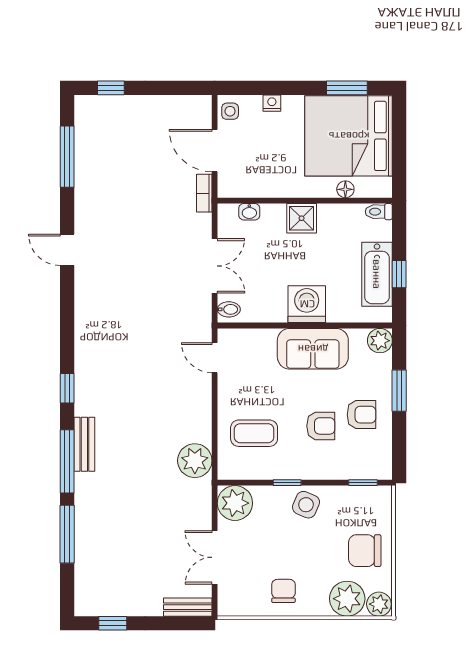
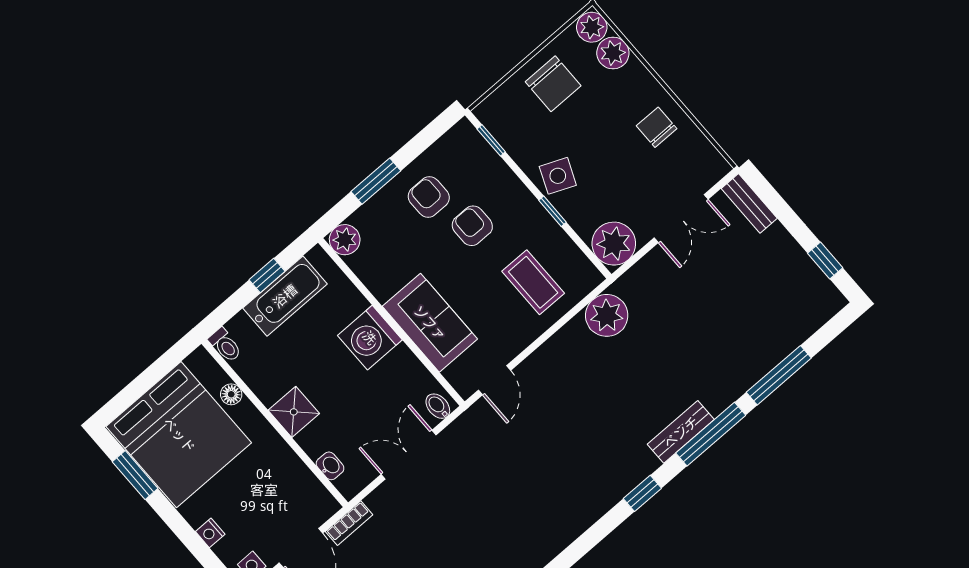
sofa: (313, 349) -> (430, 323), moved
chair: (283, 591) -> (657, 127), turned 90
plant: (347, 599) -> (613, 53), width x0.73, depth x0.73

